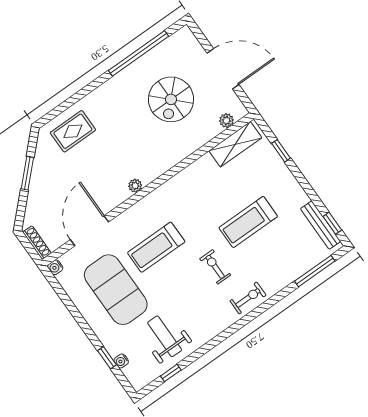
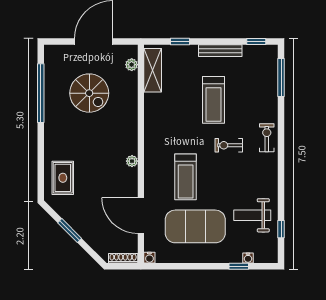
bench: (321, 225) -> (220, 51), moved

